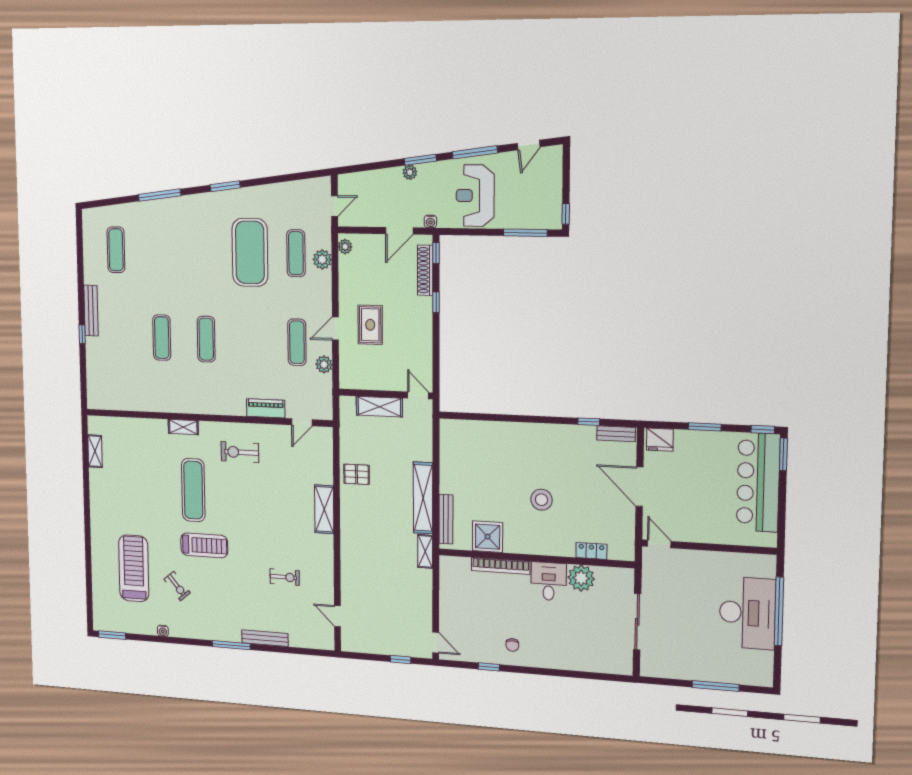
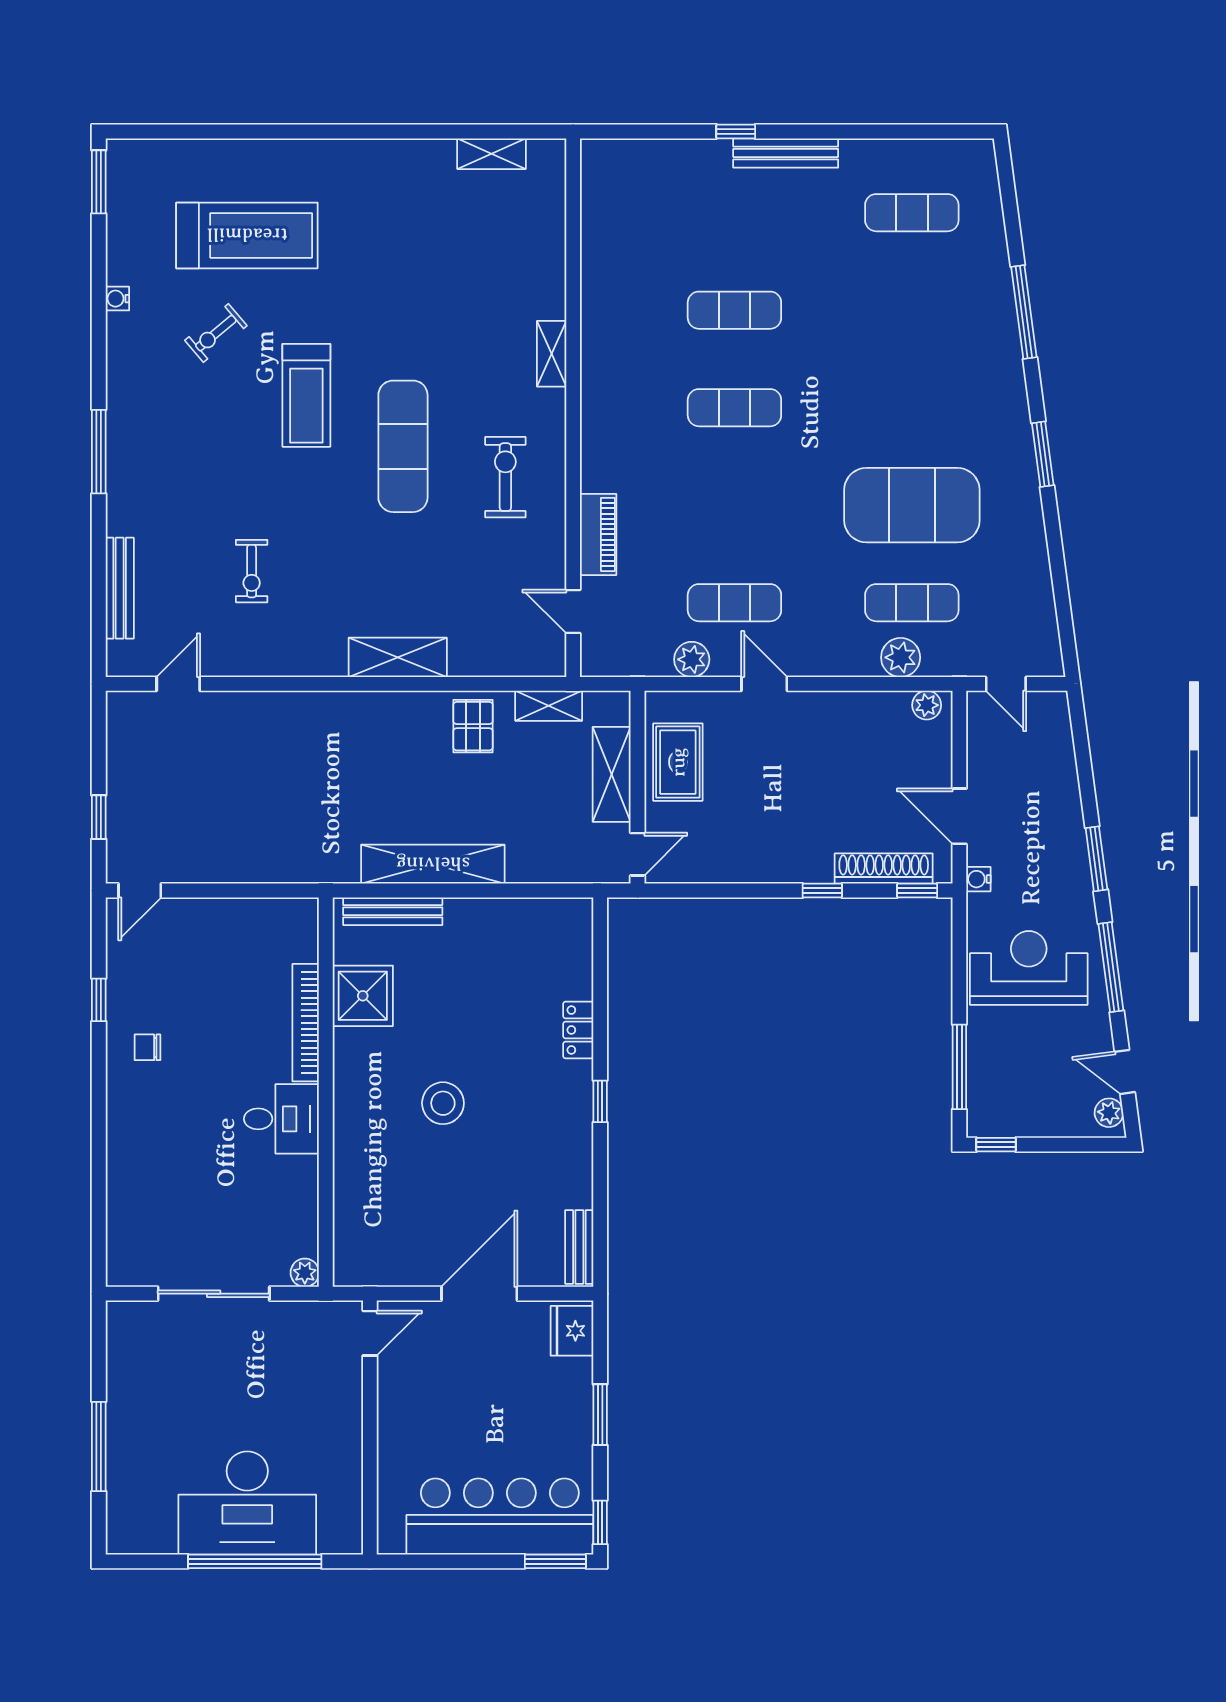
plant: (410, 172) -> (1109, 1113), moved
rug: (370, 325) -> (678, 762), moved, turned 90
window: (589, 422) -> (600, 1101), moved
exercise mat: (193, 490) -> (403, 446), moved, turned 90
shelving: (425, 551) -> (549, 706), moved
locker: (591, 551) -> (578, 1030), moved, turned 180
plant: (581, 578) -> (305, 1273), moved, width x0.53, depth x0.53
bench: (265, 638) -> (120, 588), moved

